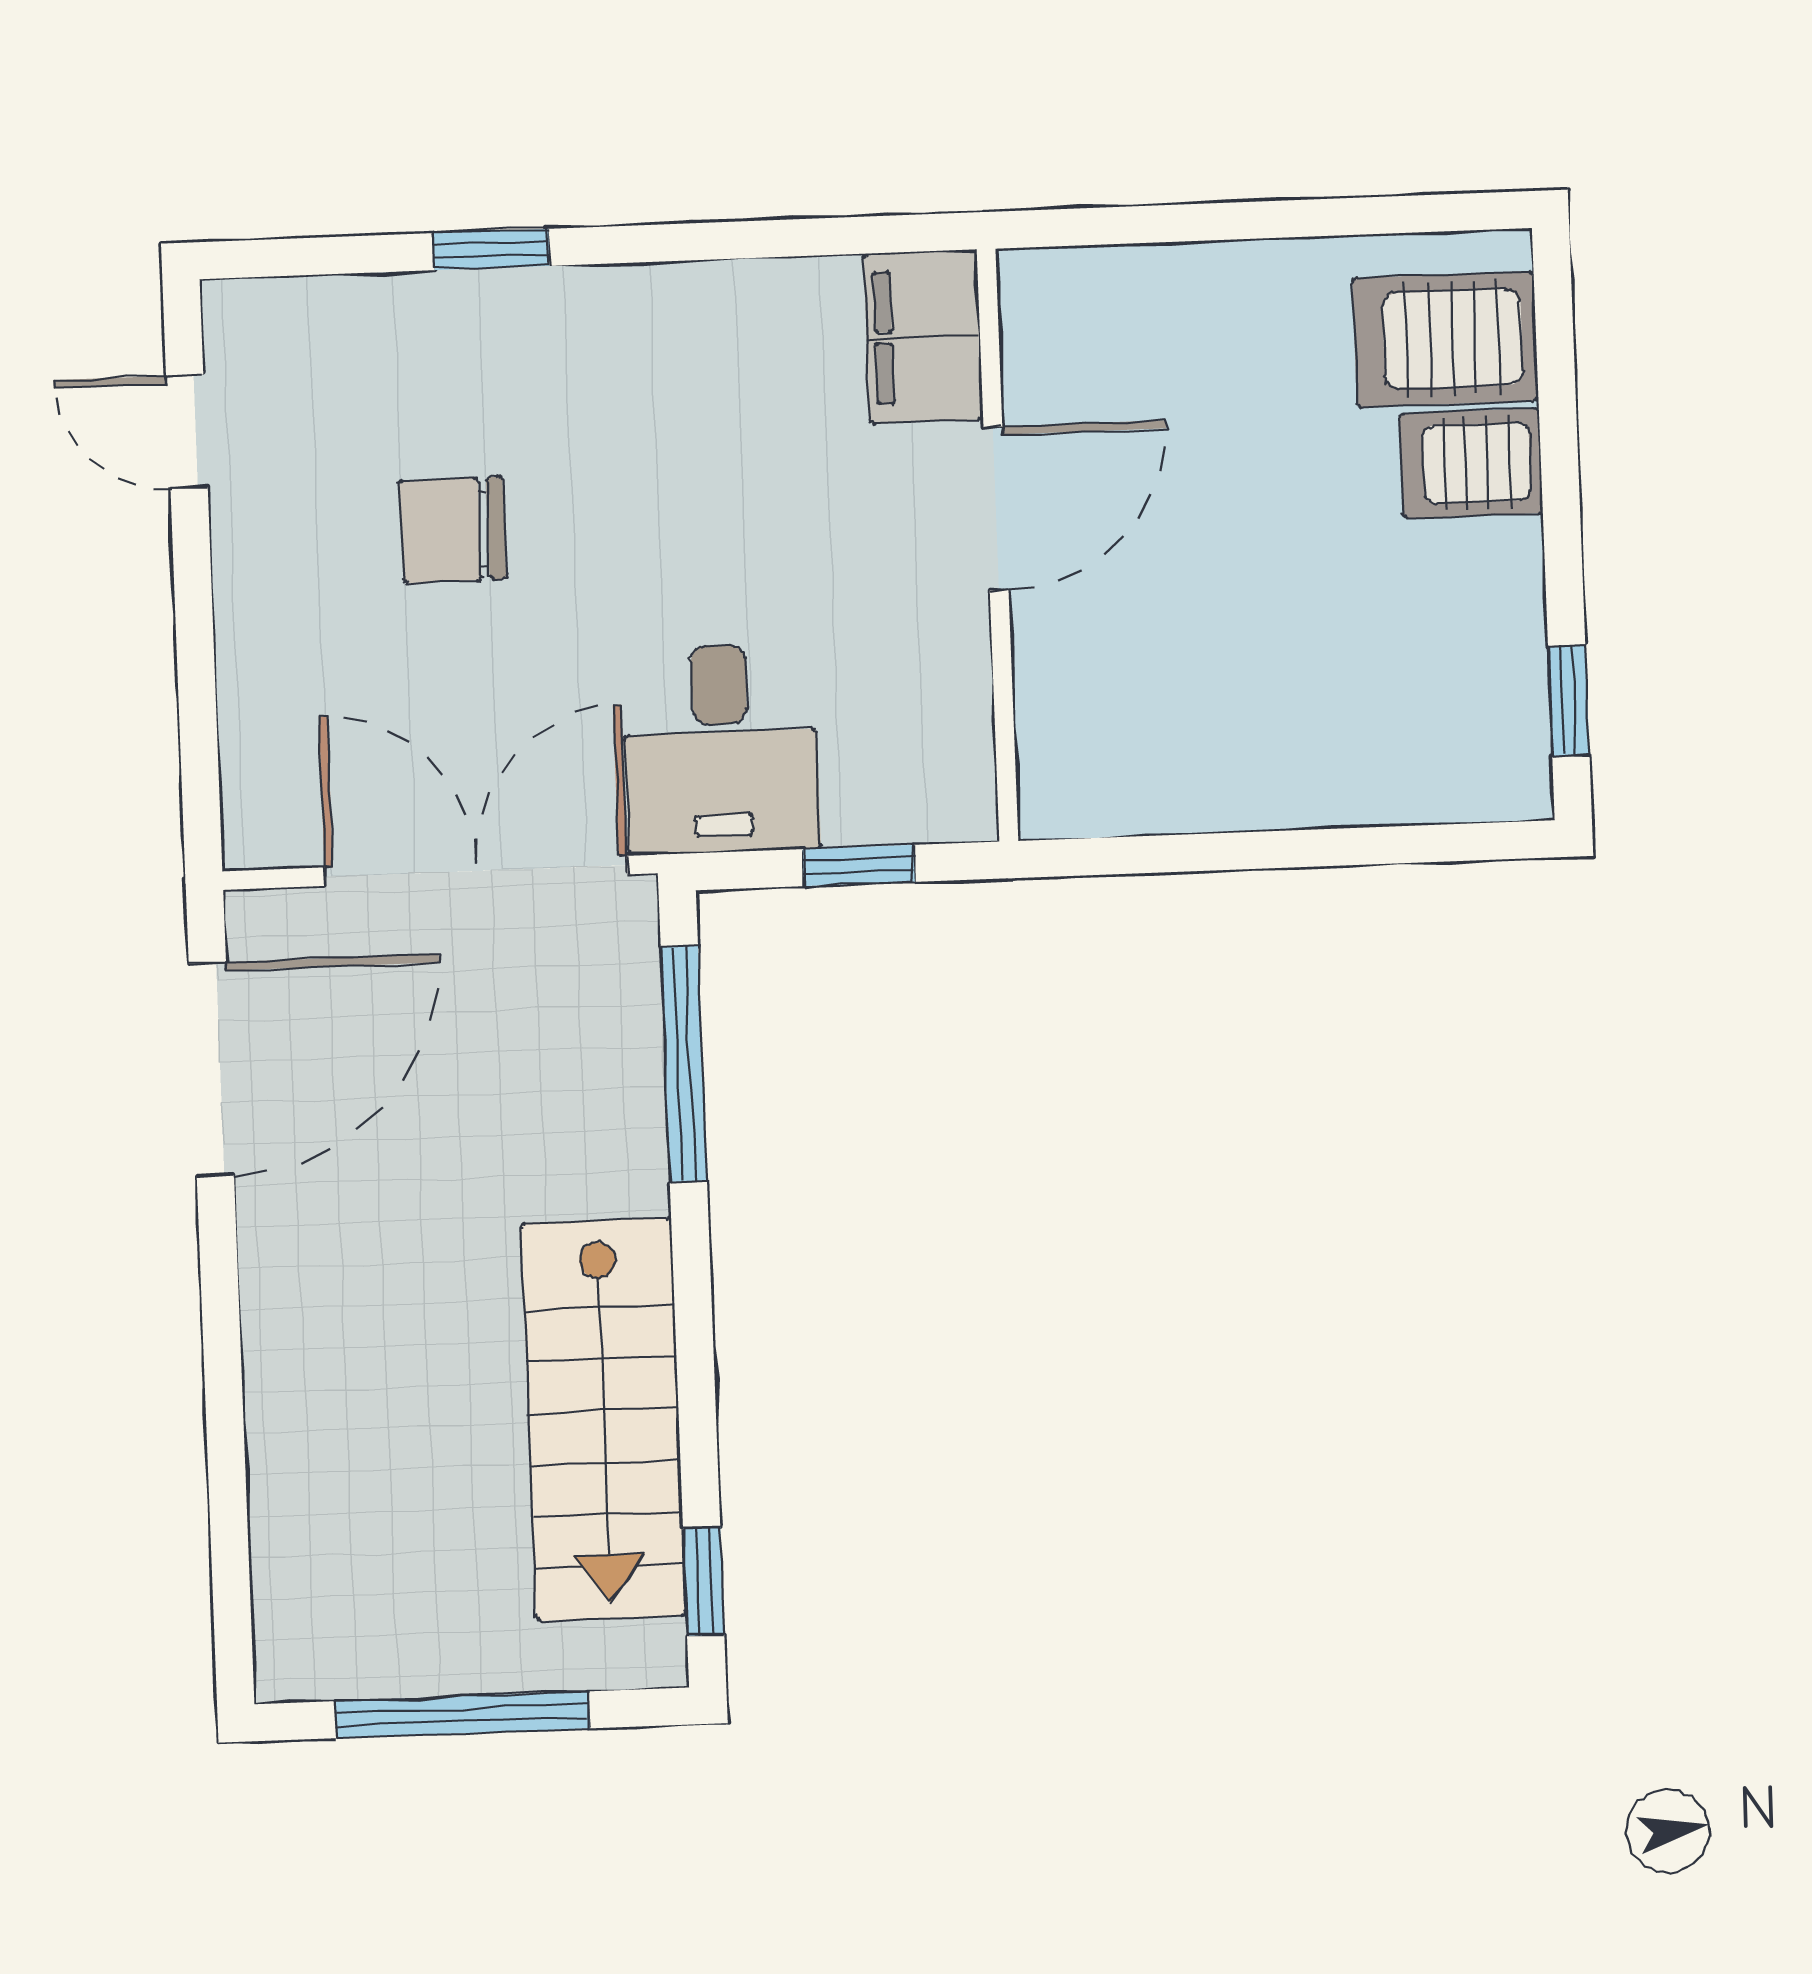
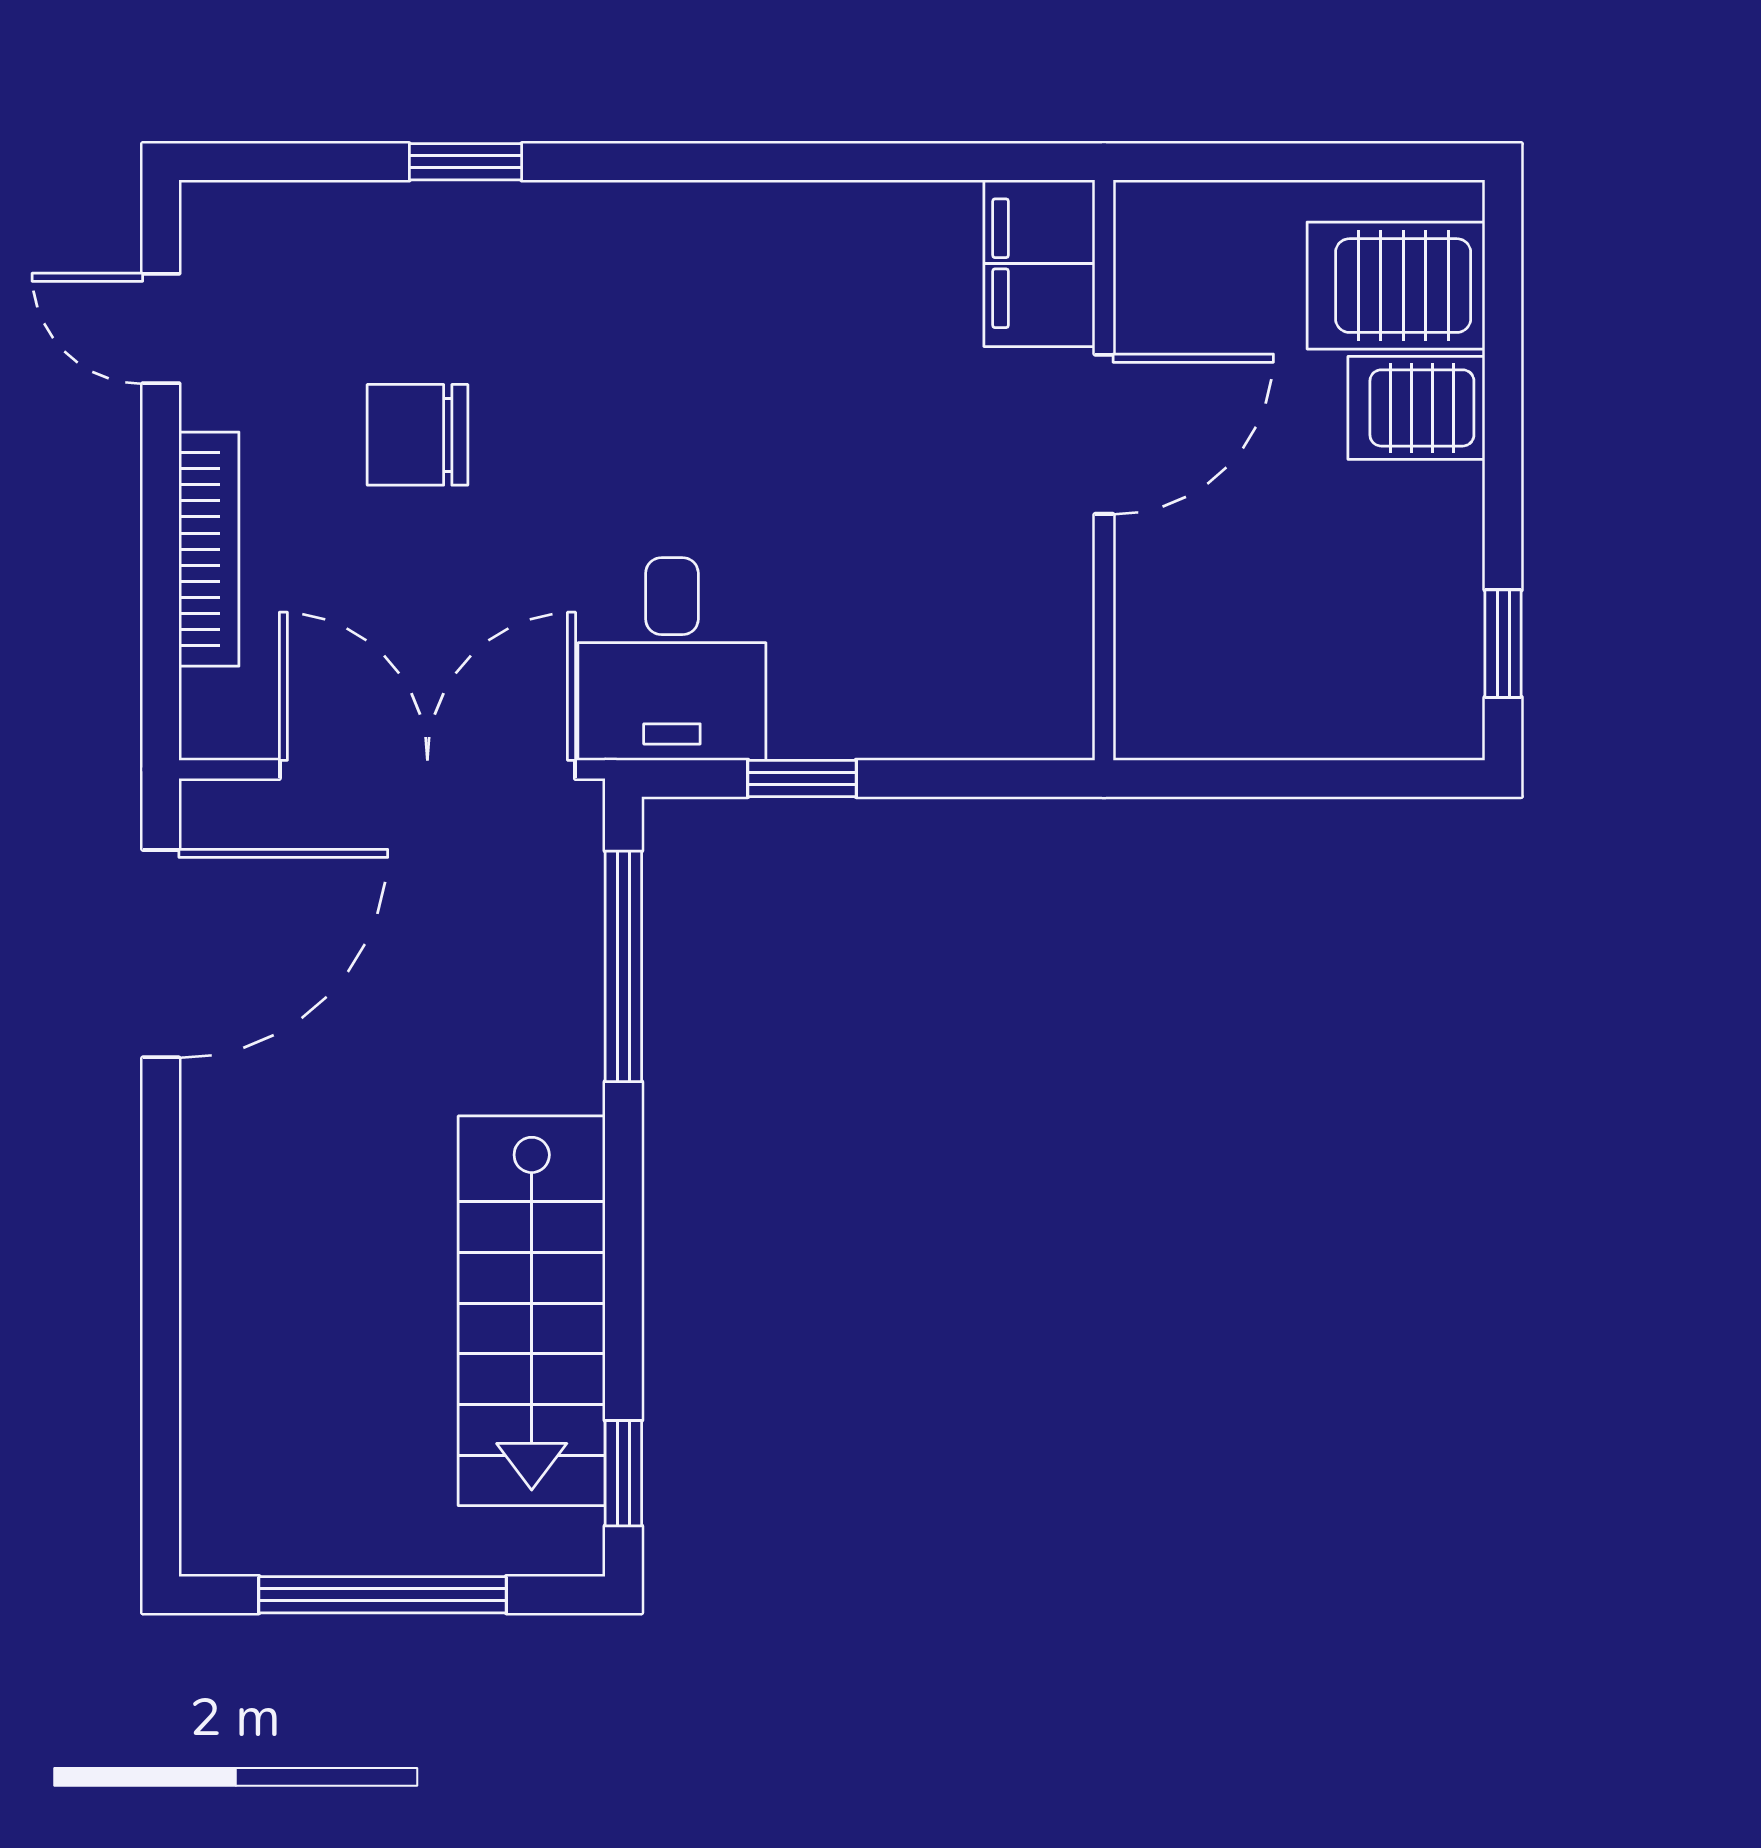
filing cabinet: (923, 337) -> (1039, 263), moved
door: (996, 509) -> (1104, 434), moved
wall: (997, 545) -> (1104, 470), moved
bookcase: (245, 655) -> (209, 549), added

